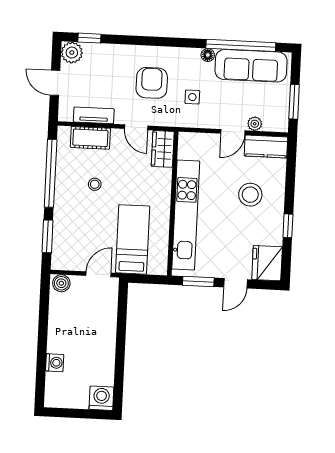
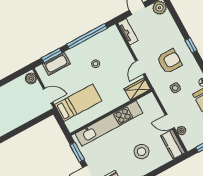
window: (89, 38) -> (191, 45), moved
tv unit: (94, 115) -> (128, 32), moved
cot: (90, 138) -> (56, 64), moved, turned 90

